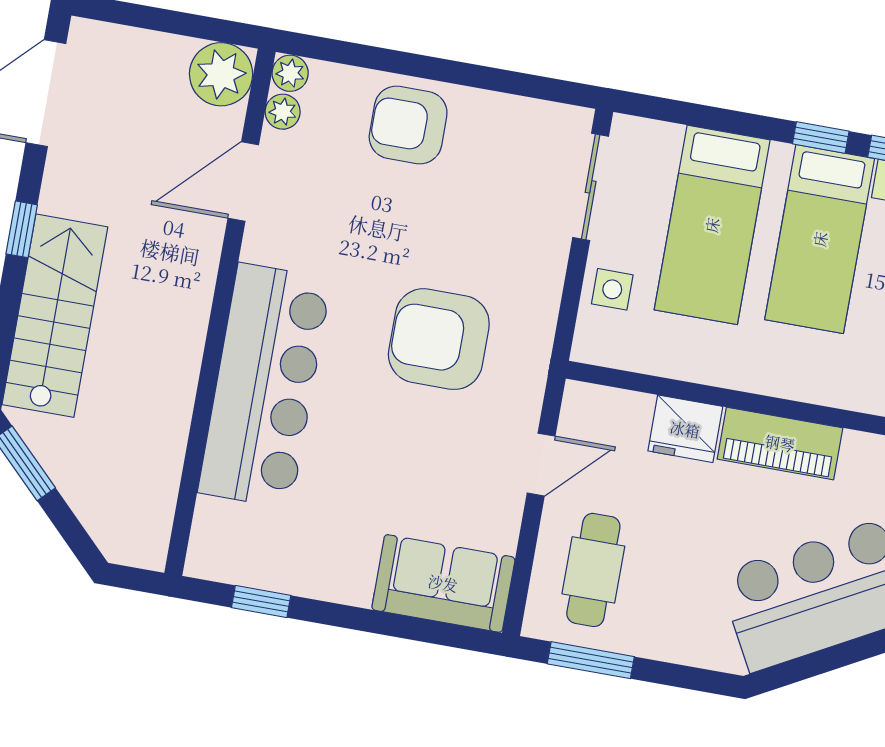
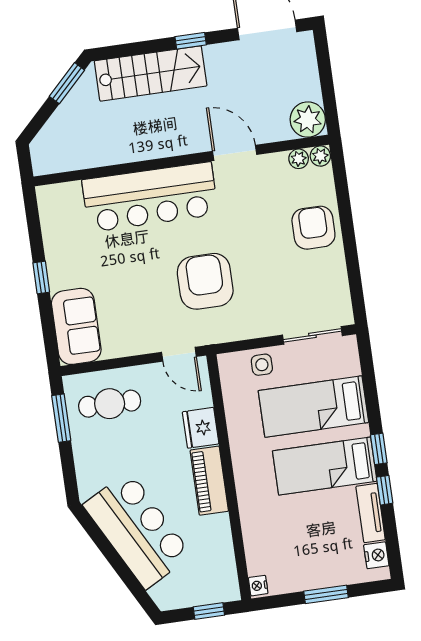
door: (243, 182) -> (235, 153), moved
door: (541, 465) -> (179, 354), moved
window: (261, 601) -> (41, 277), moved

